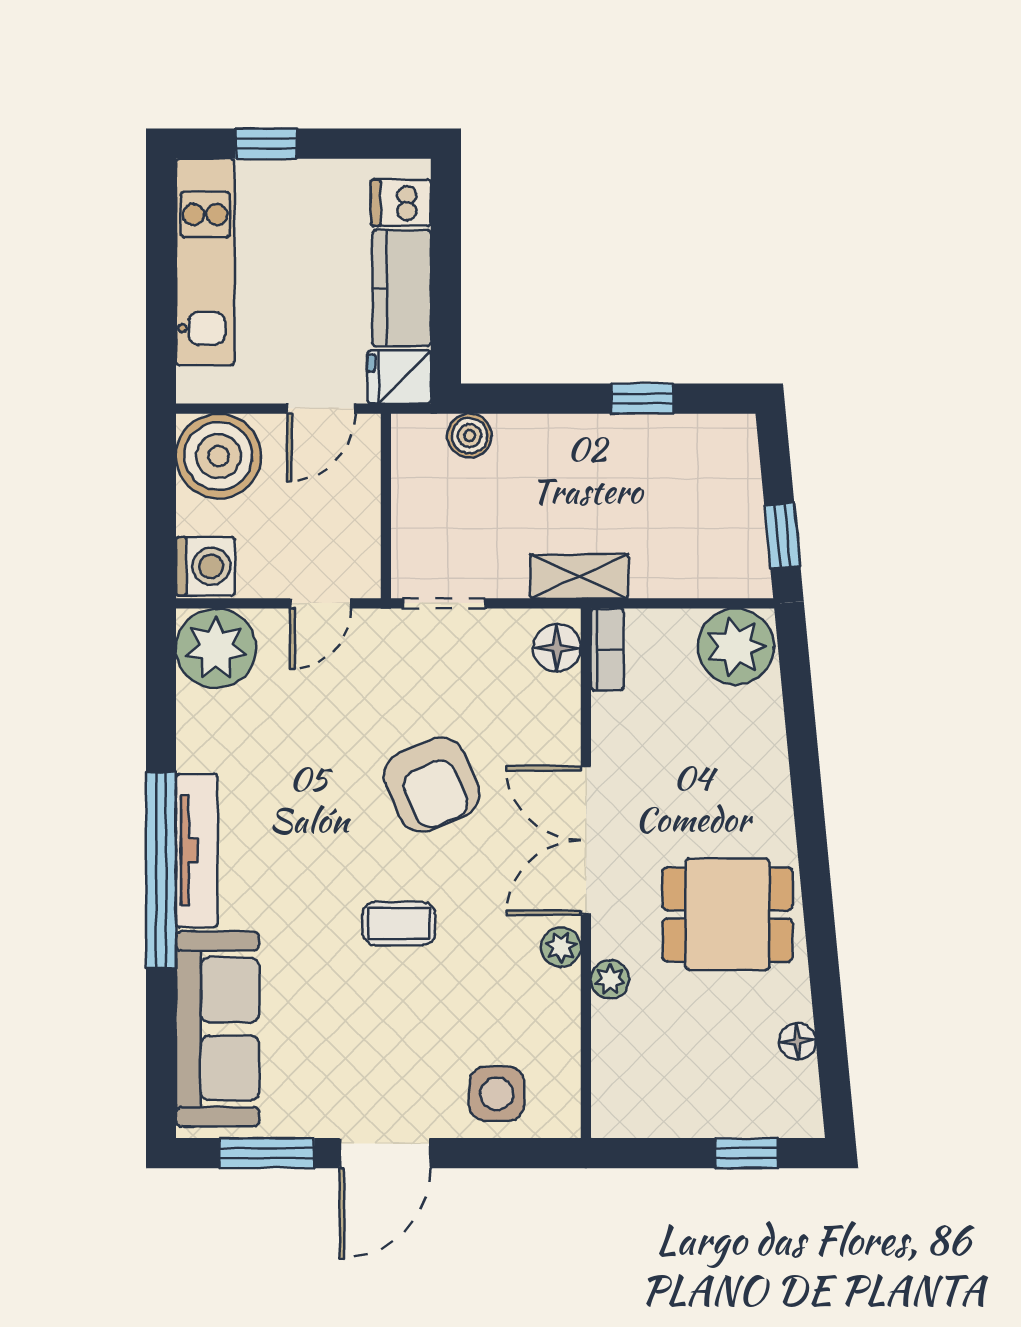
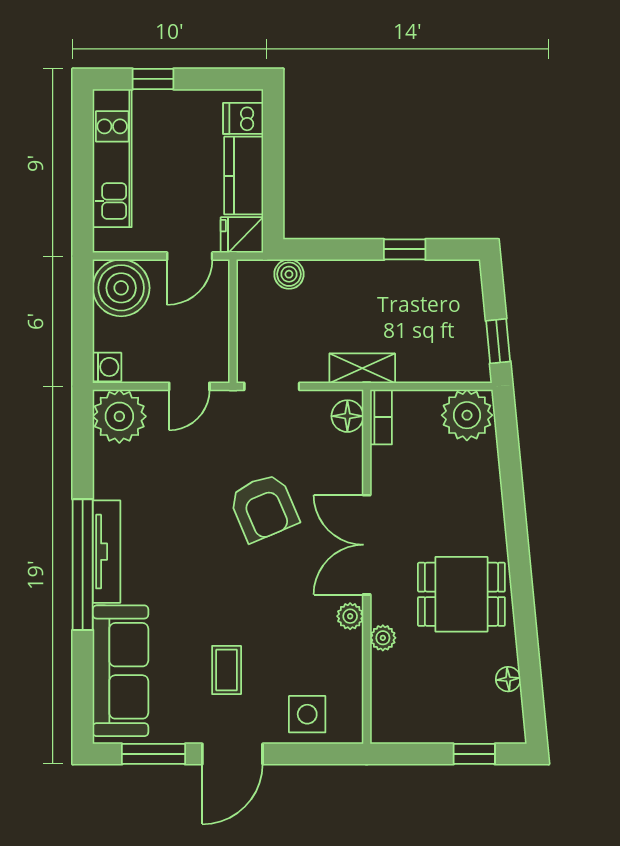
washing machine: (205, 566) -> (107, 367), width x0.73, depth x0.73
coffee table: (399, 924) -> (227, 670), moved, turned 90

